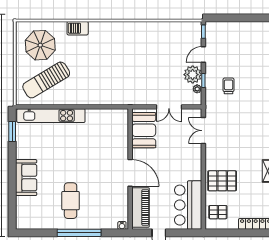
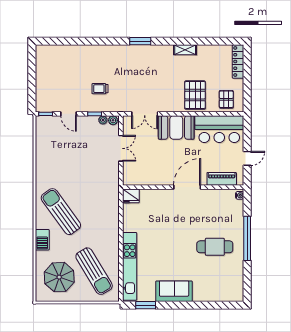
sun lounger: (106, 47) -> (61, 212), added
plant: (193, 75) -> (113, 120), moved, width x0.53, depth x0.53
fridge: (121, 117) -> (131, 196), added
booth: (144, 130) -> (176, 127), moved
sofa: (26, 178) -> (174, 291), moved
piano: (141, 207) -> (222, 179), width x0.73, depth x0.75

